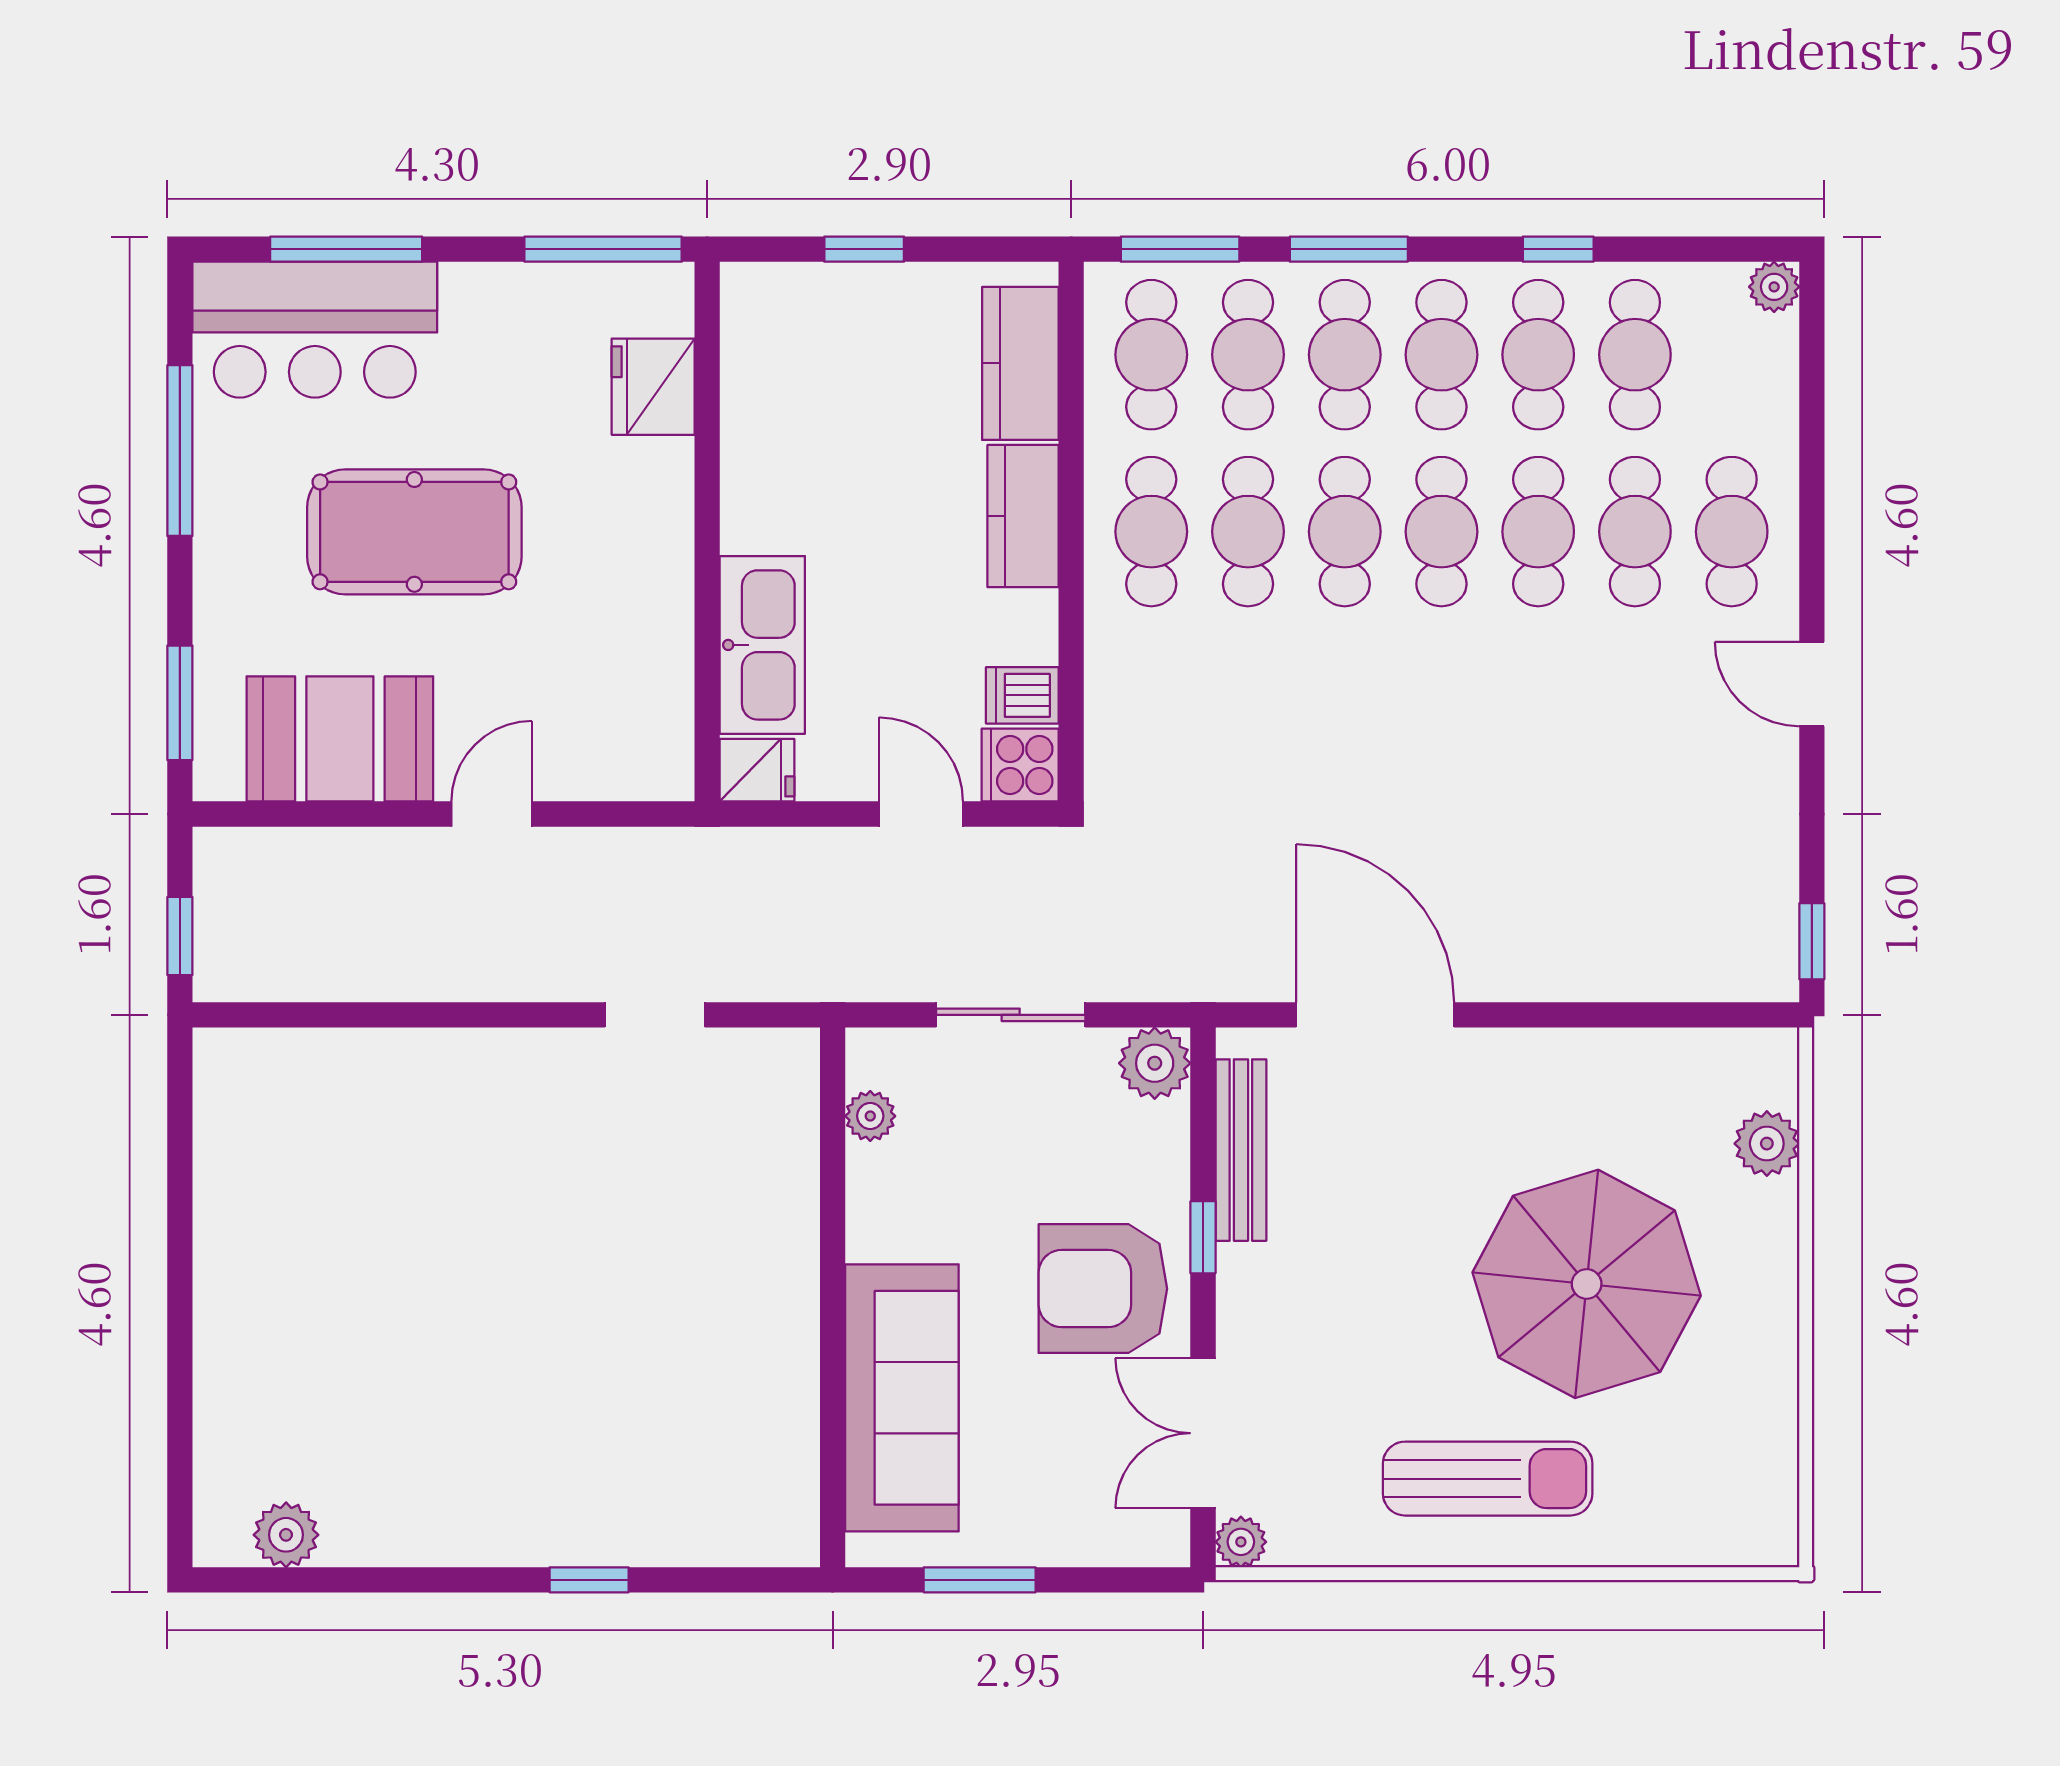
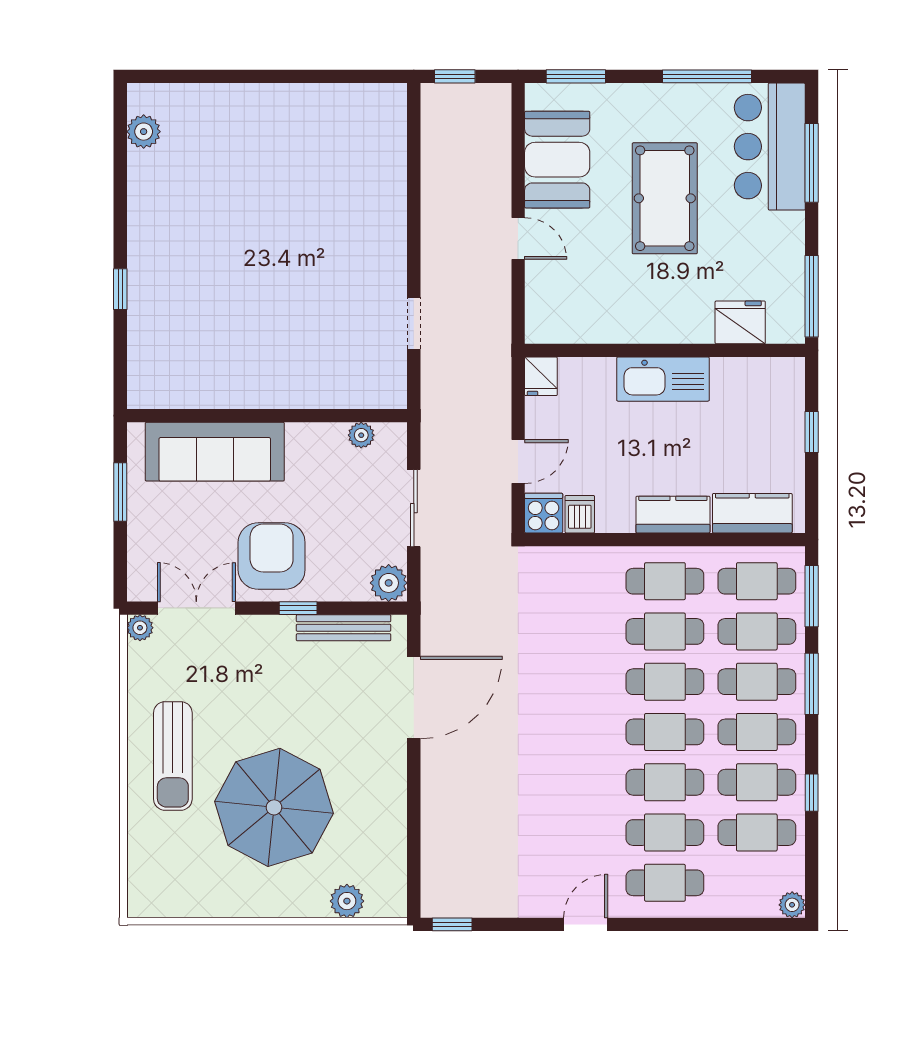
kitchen sink: (762, 645) -> (663, 379), moved

